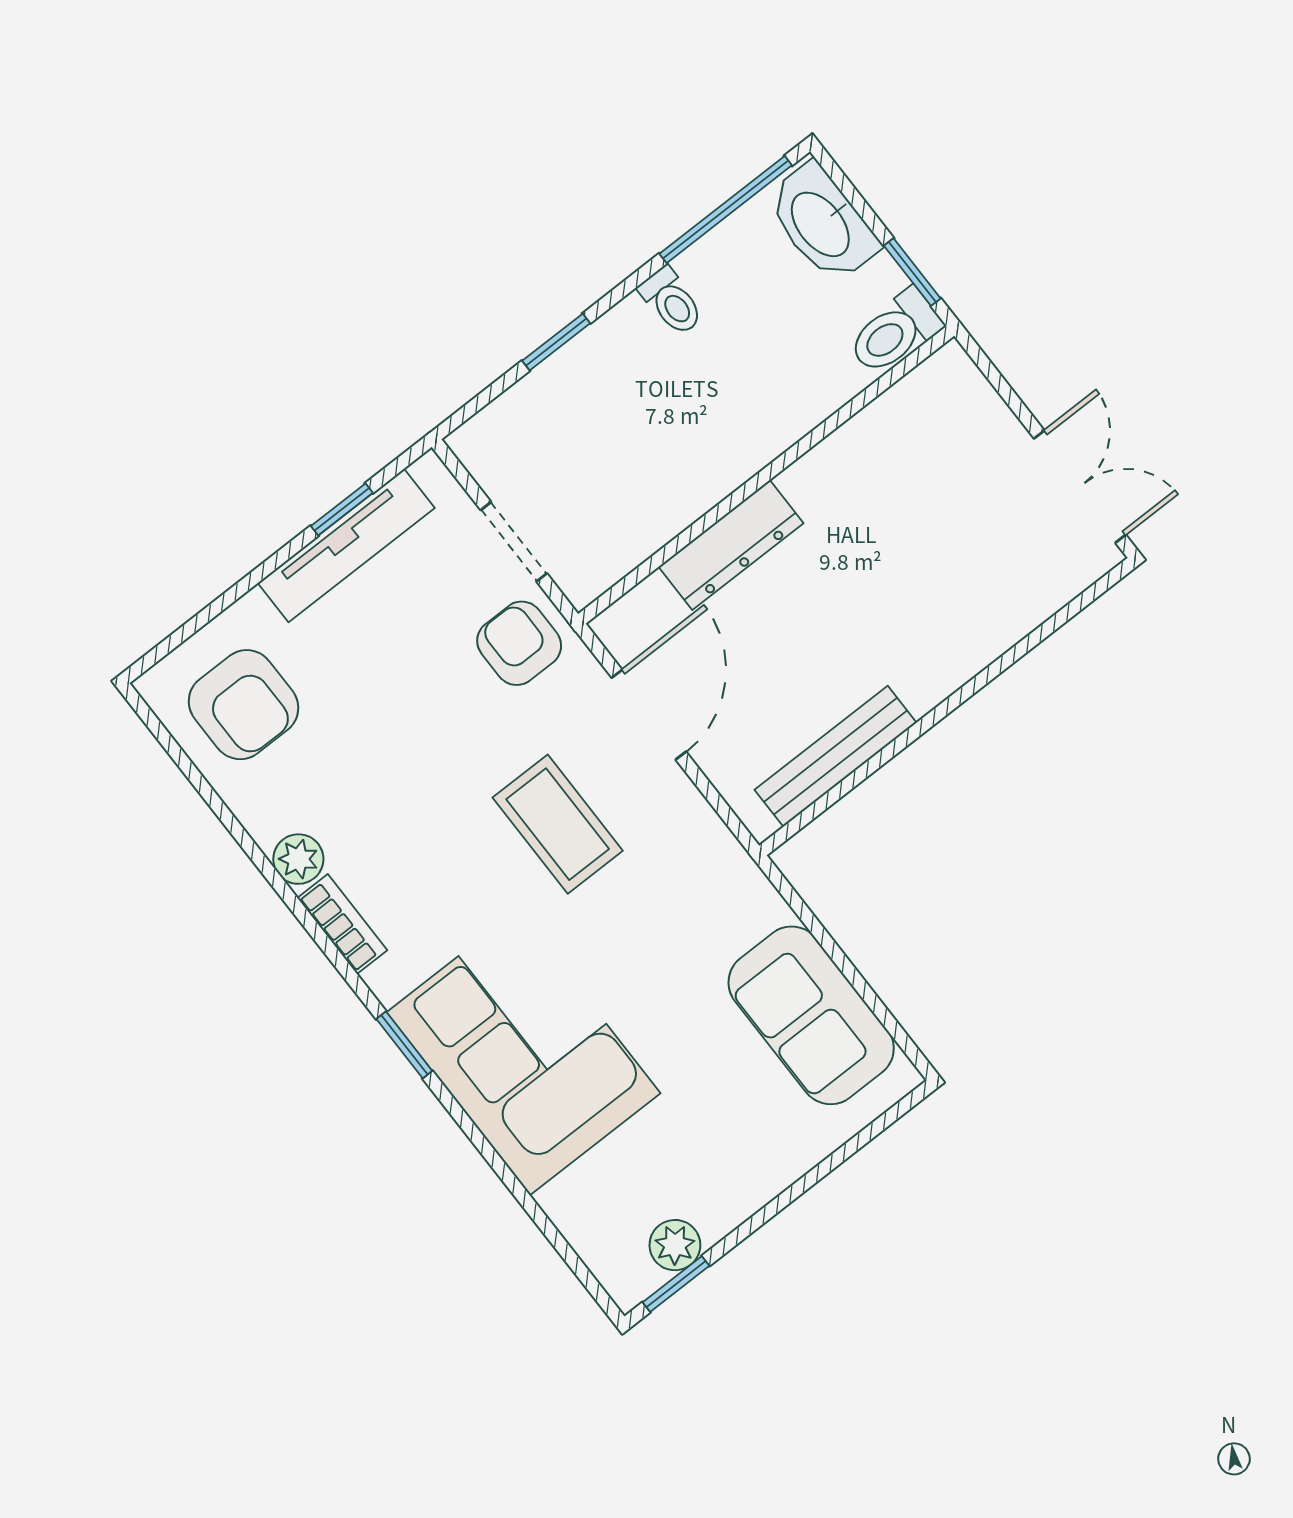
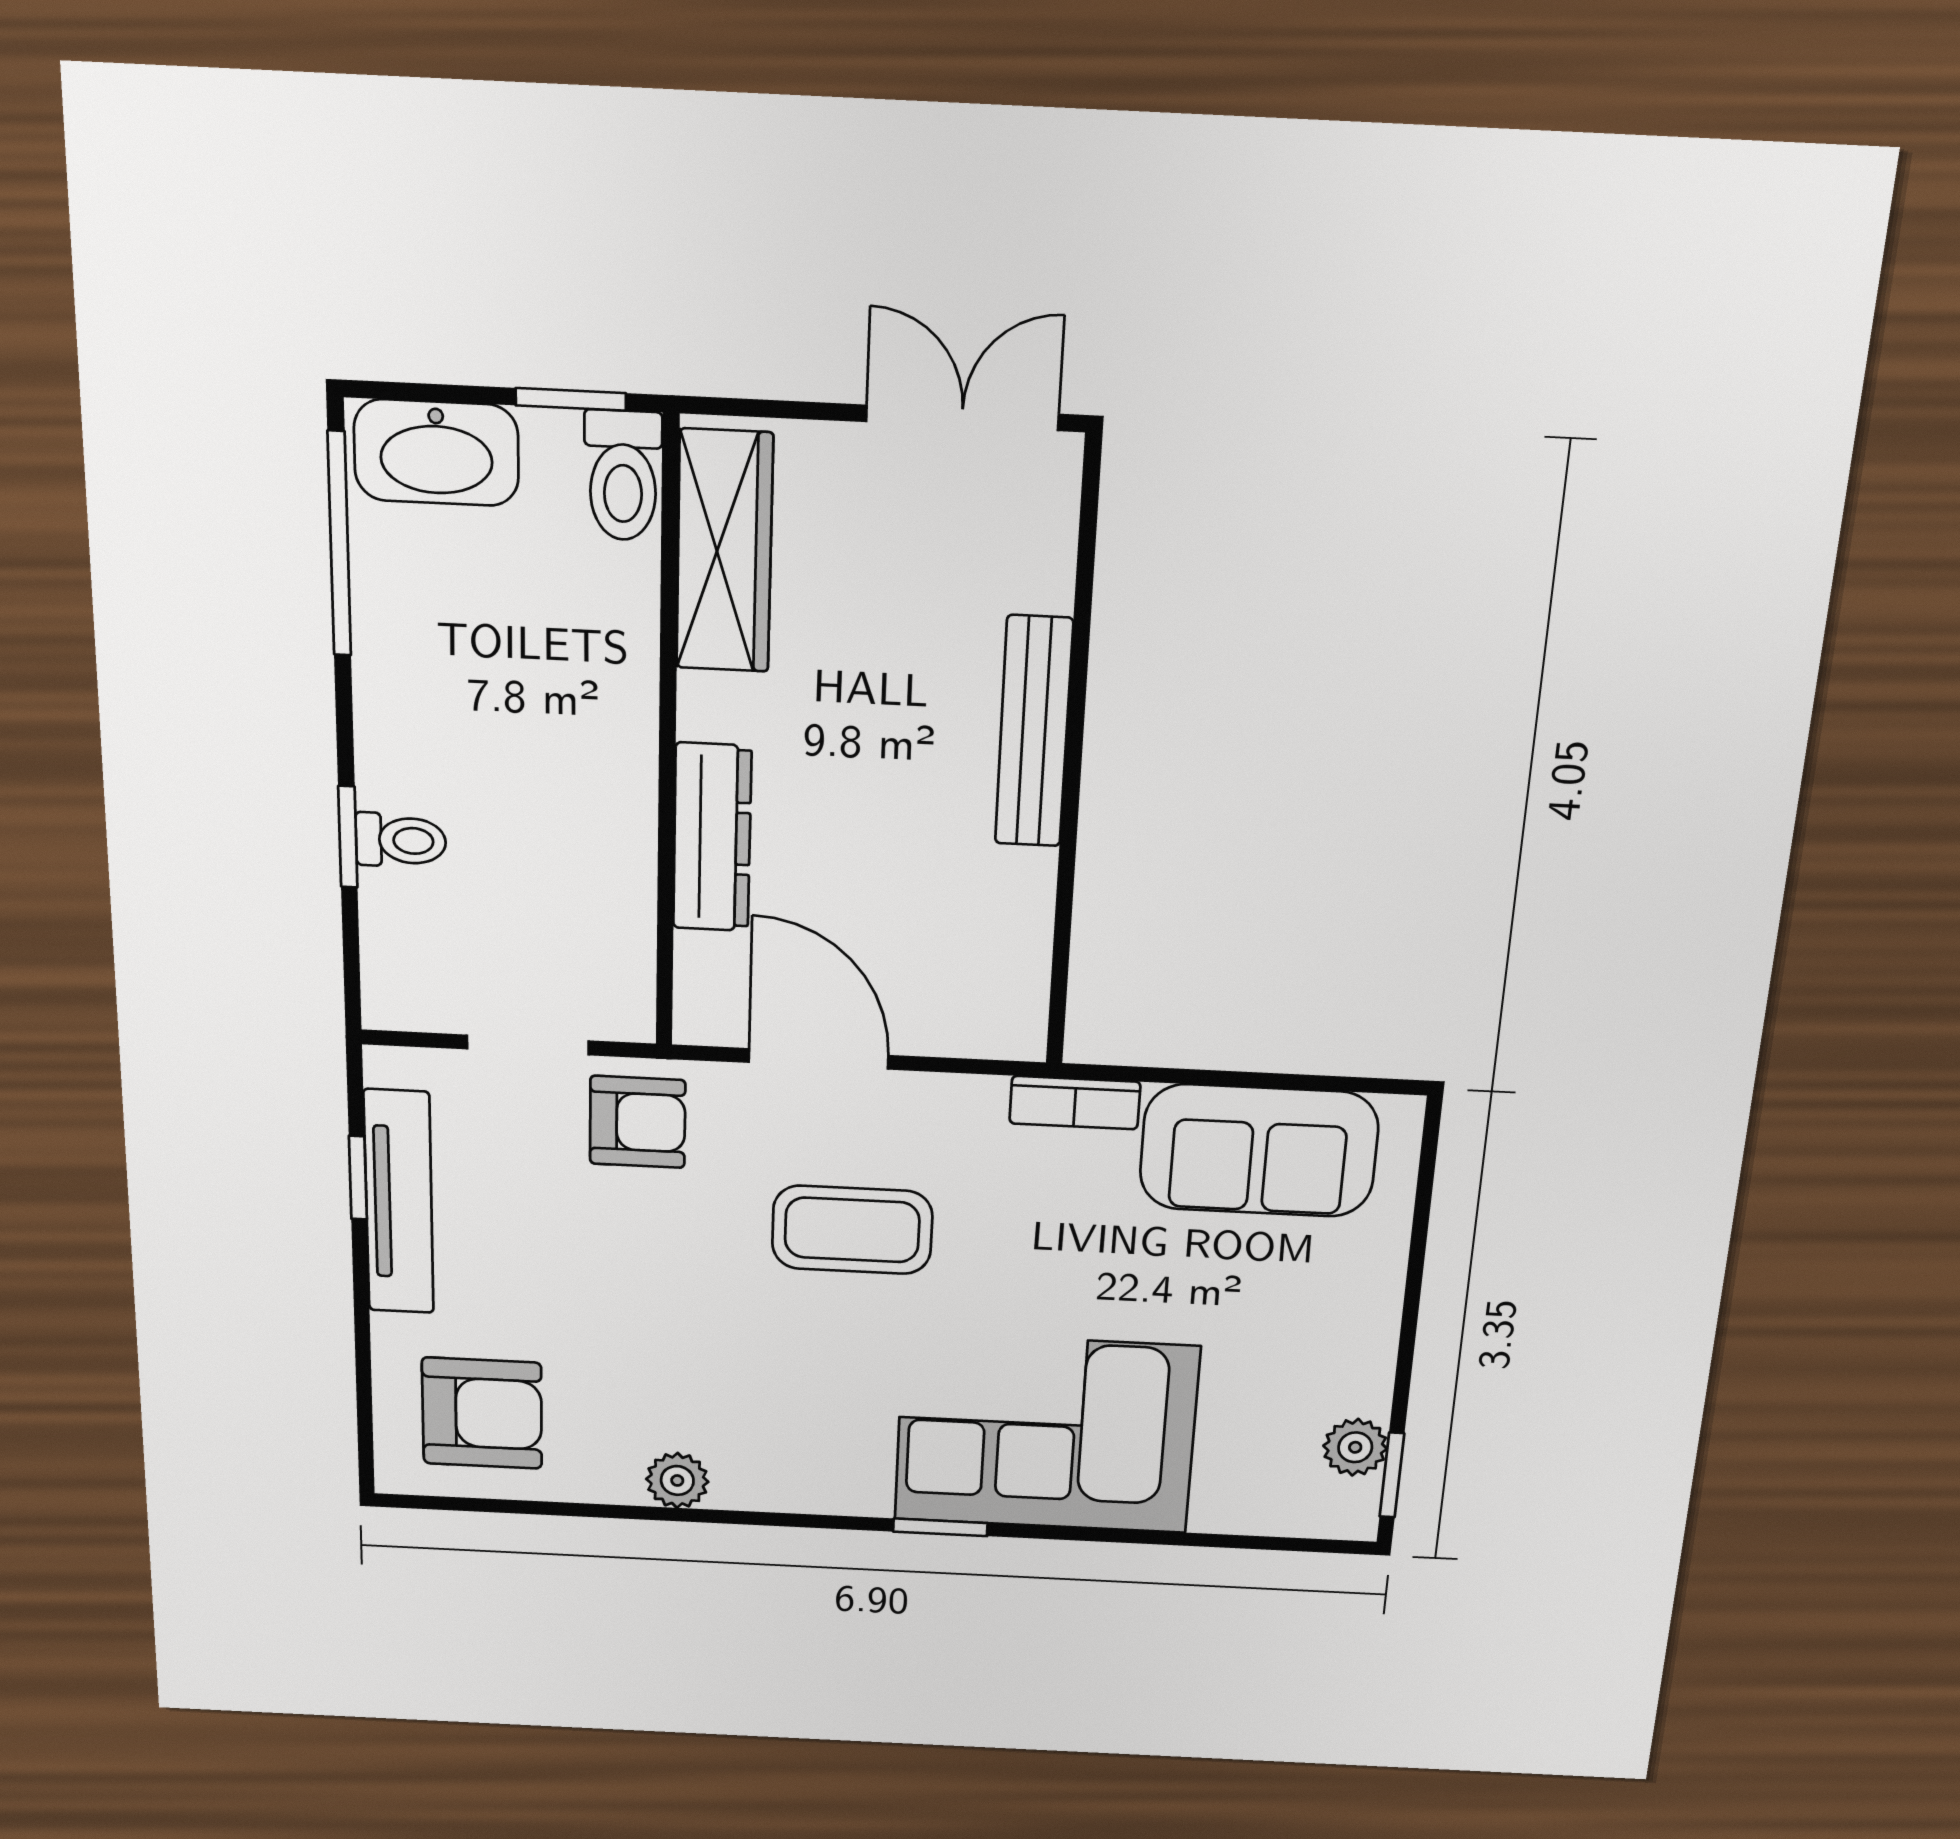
toilet: (671, 301) -> (401, 840), moved
wardrobe: (900, 420) -> (724, 551), added
armchair: (519, 643) -> (638, 1122), turned 180
bench: (836, 756) -> (1034, 732), moved
bookcase: (342, 924) -> (1075, 1103), moved, turned 180

